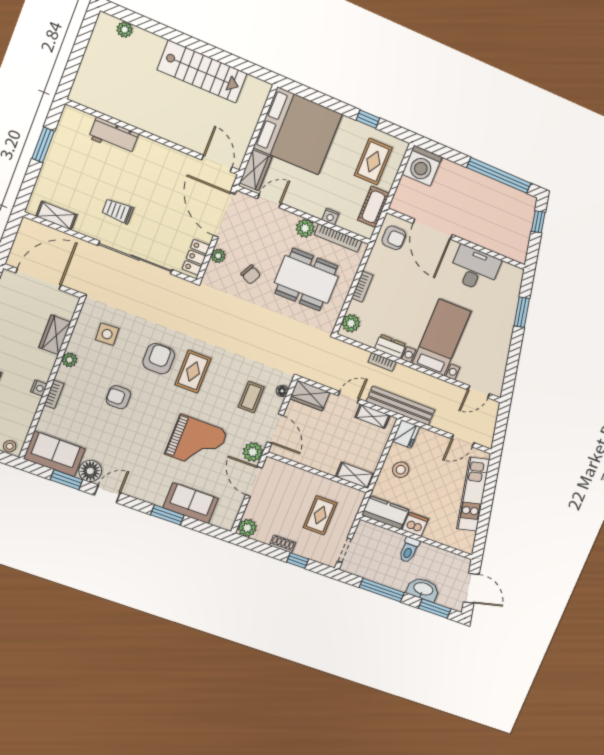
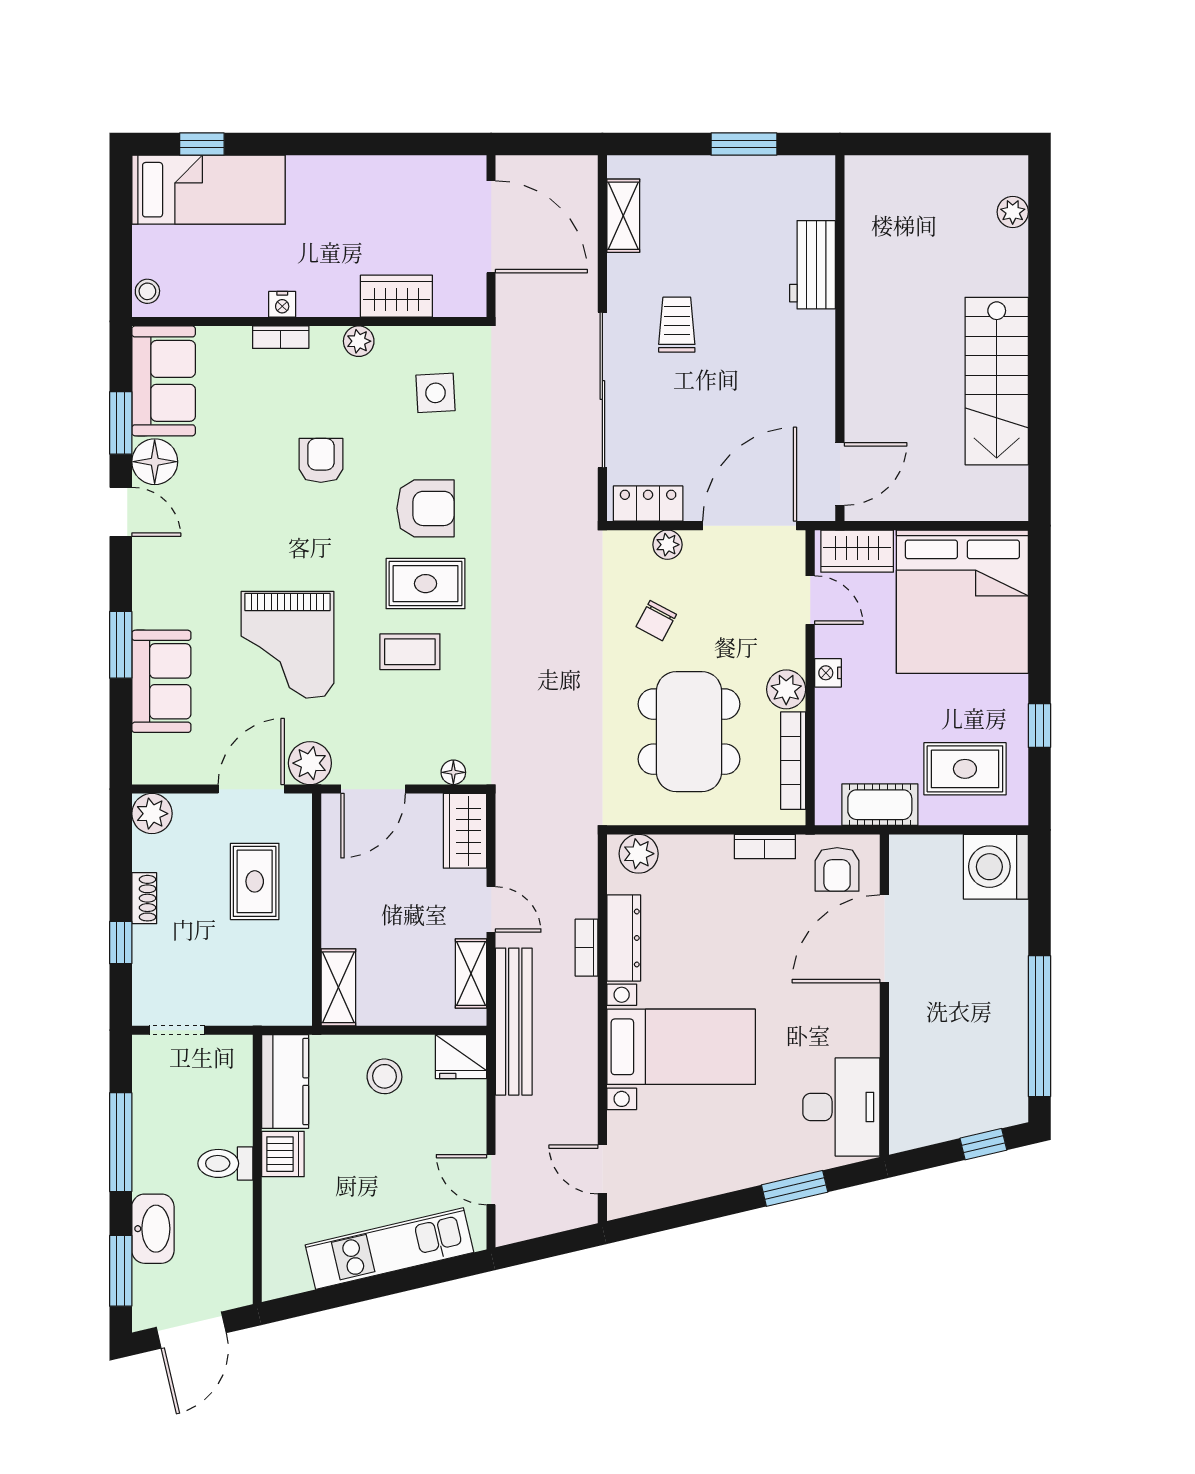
nightstand: (330, 217) -> (828, 673), moved
desk: (475, 269) -> (841, 1107), moved
bookcase: (362, 287) -> (765, 847), moved
dresser: (390, 346) -> (624, 938), width x1.44
coffee table: (251, 397) -> (410, 652), moved
rug: (320, 515) -> (255, 881), moved, turned 90

